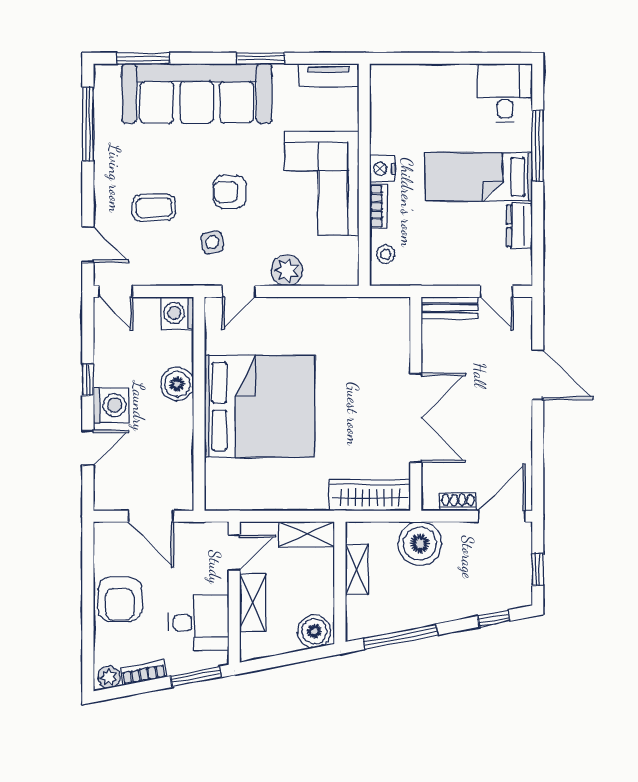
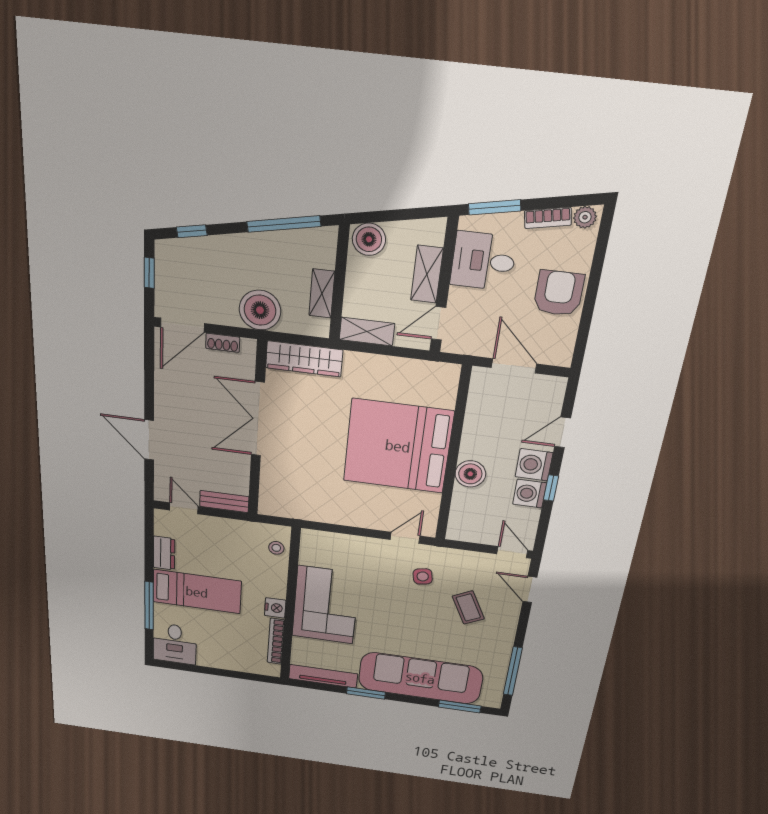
tv unit: (329, 75) -> (323, 676), width x1.41
armchair: (230, 192) -> (403, 610), removed
bookcase: (378, 206) -> (276, 641), moved, width x1.56
coffee table: (154, 208) -> (468, 607), turned 64
plant: (287, 270) -> (361, 548), removed
washing machine: (177, 313) -> (530, 494), moved, turned 180

